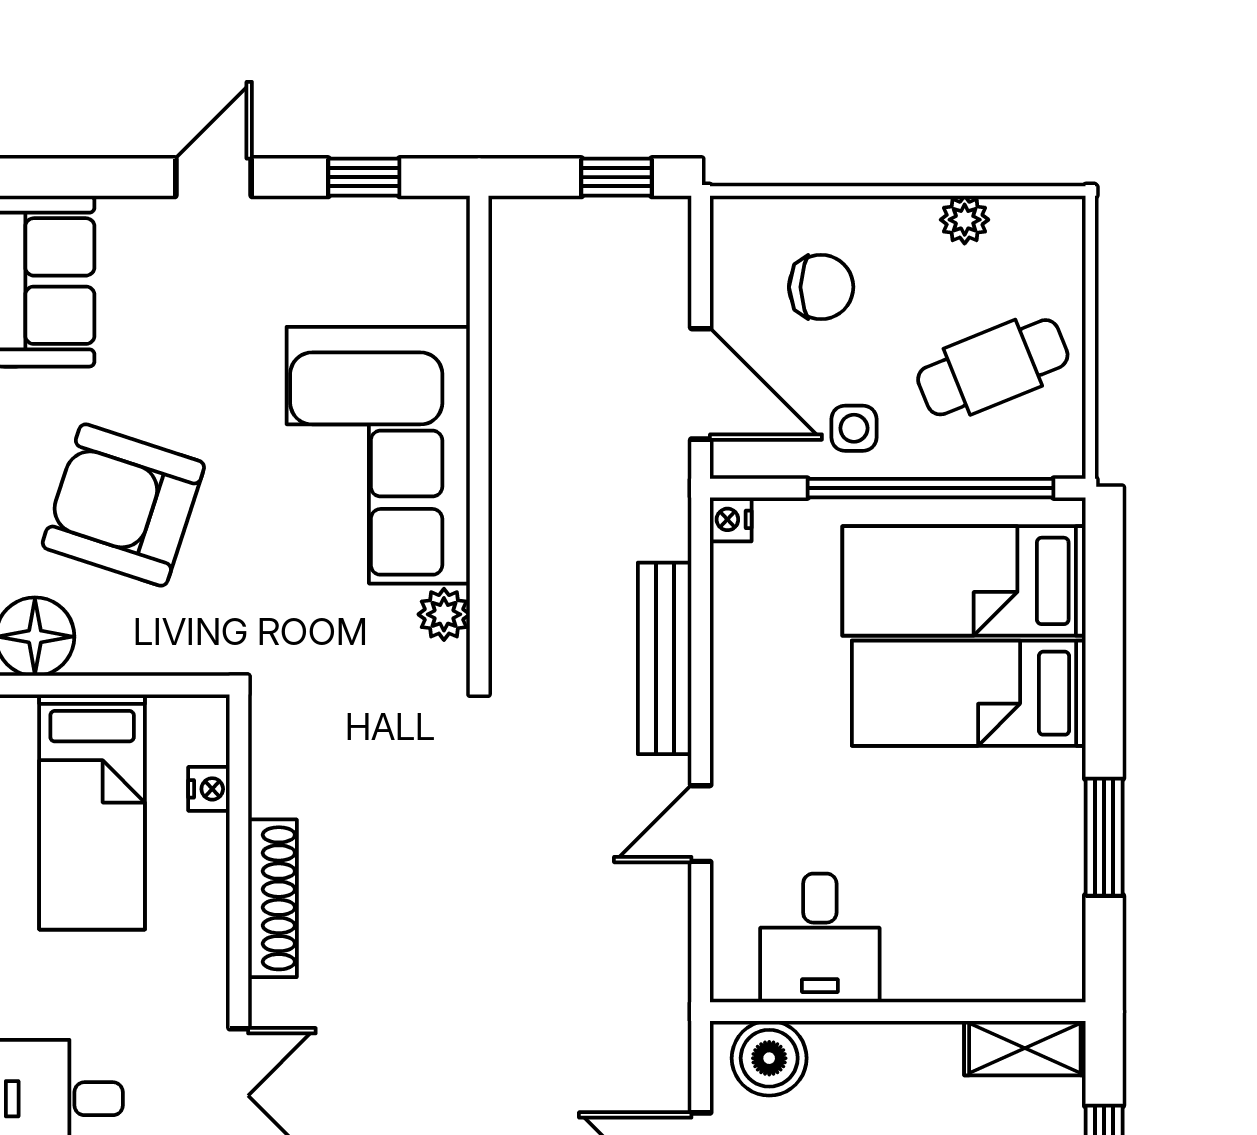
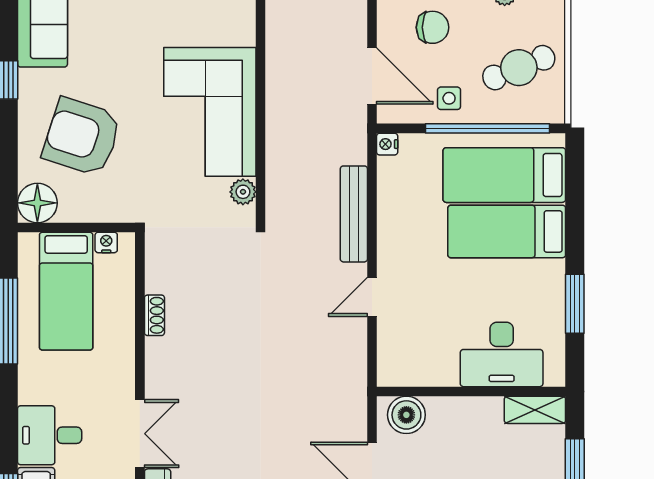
nightstand: (209, 789) -> (106, 242), moved, turned -90
shoe rack: (272, 898) -> (154, 315), width x0.51, depth x0.81
desk: (820, 938) -> (502, 354), moved, width x1.37

